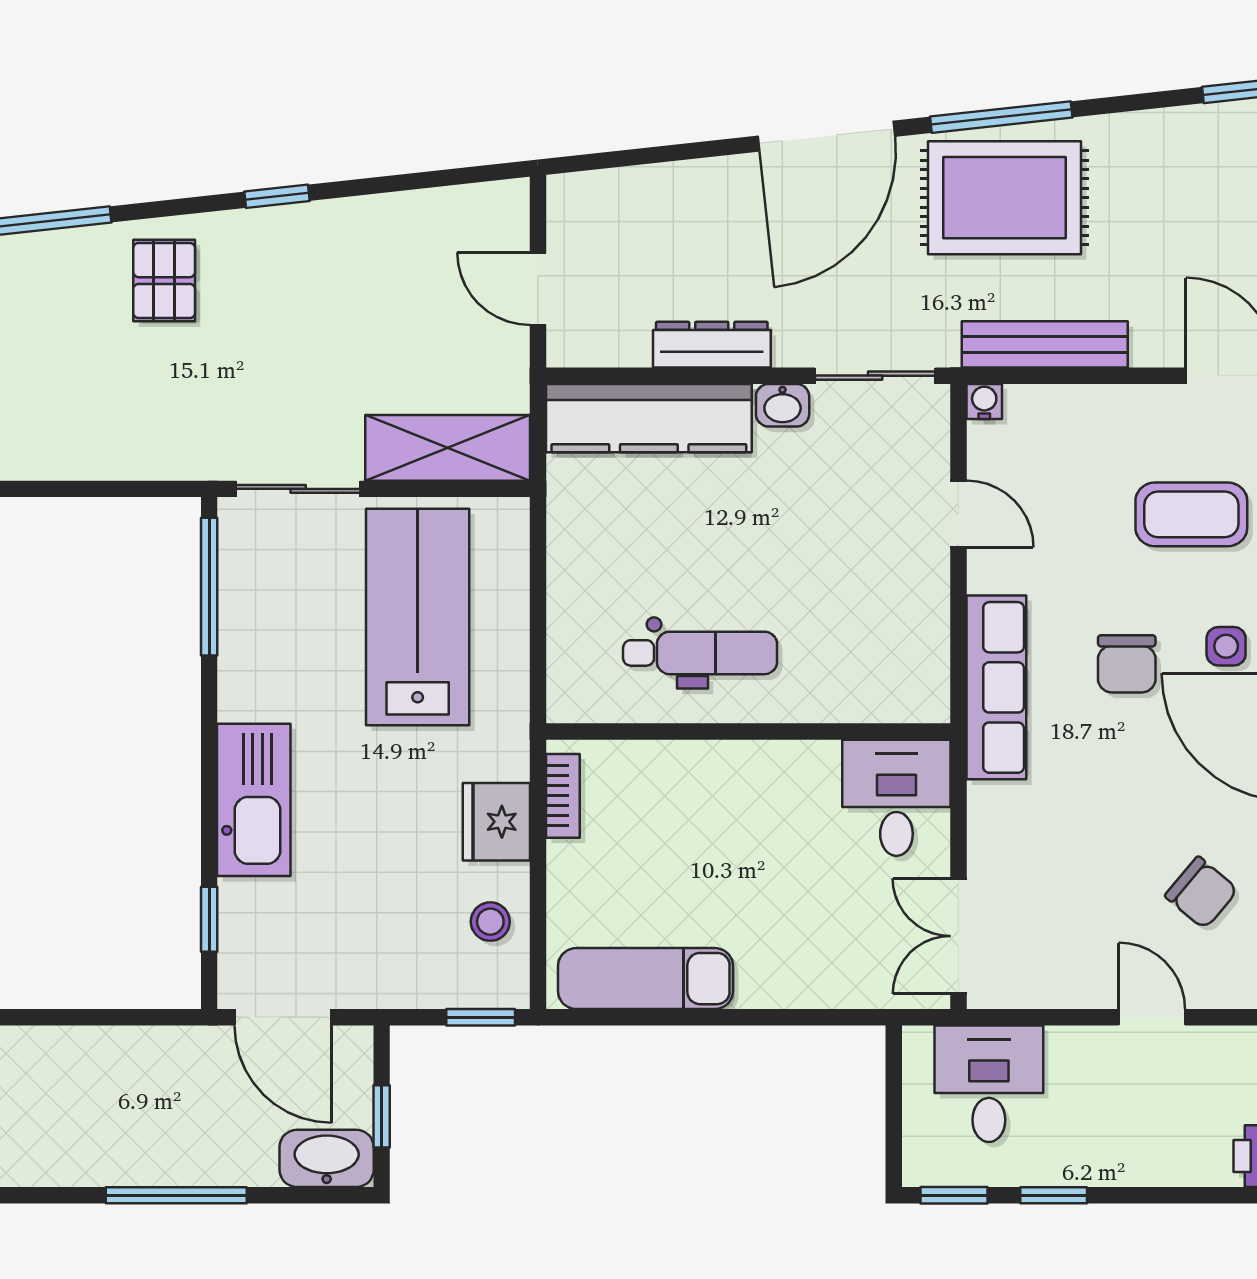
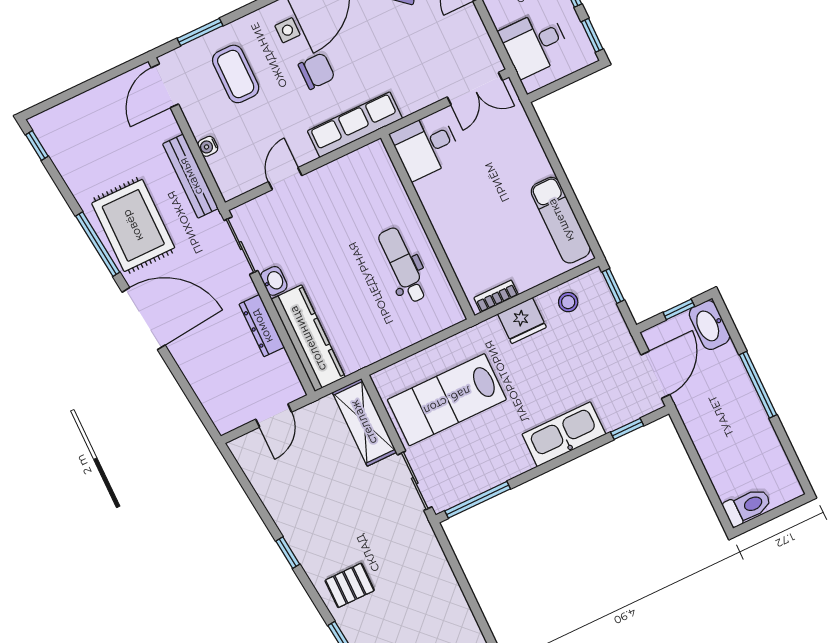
water cooler: (984, 401) -> (208, 146), moved

